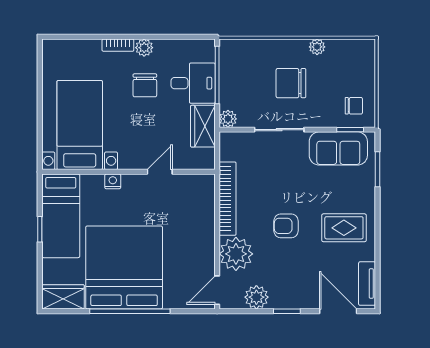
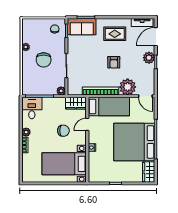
desk: (193, 83) -> (32, 108), moved
chair: (145, 85) -> (63, 131), moved
wardrobe: (203, 126) -> (76, 103), moved
sofa: (338, 148) -> (82, 27), moved, turned 90
door: (160, 172) -> (87, 124), hinge flipped
bed: (61, 216) -> (109, 107), moved
rug: (344, 228) -> (115, 34), turned 90
plant: (256, 297) -> (149, 58), moved

